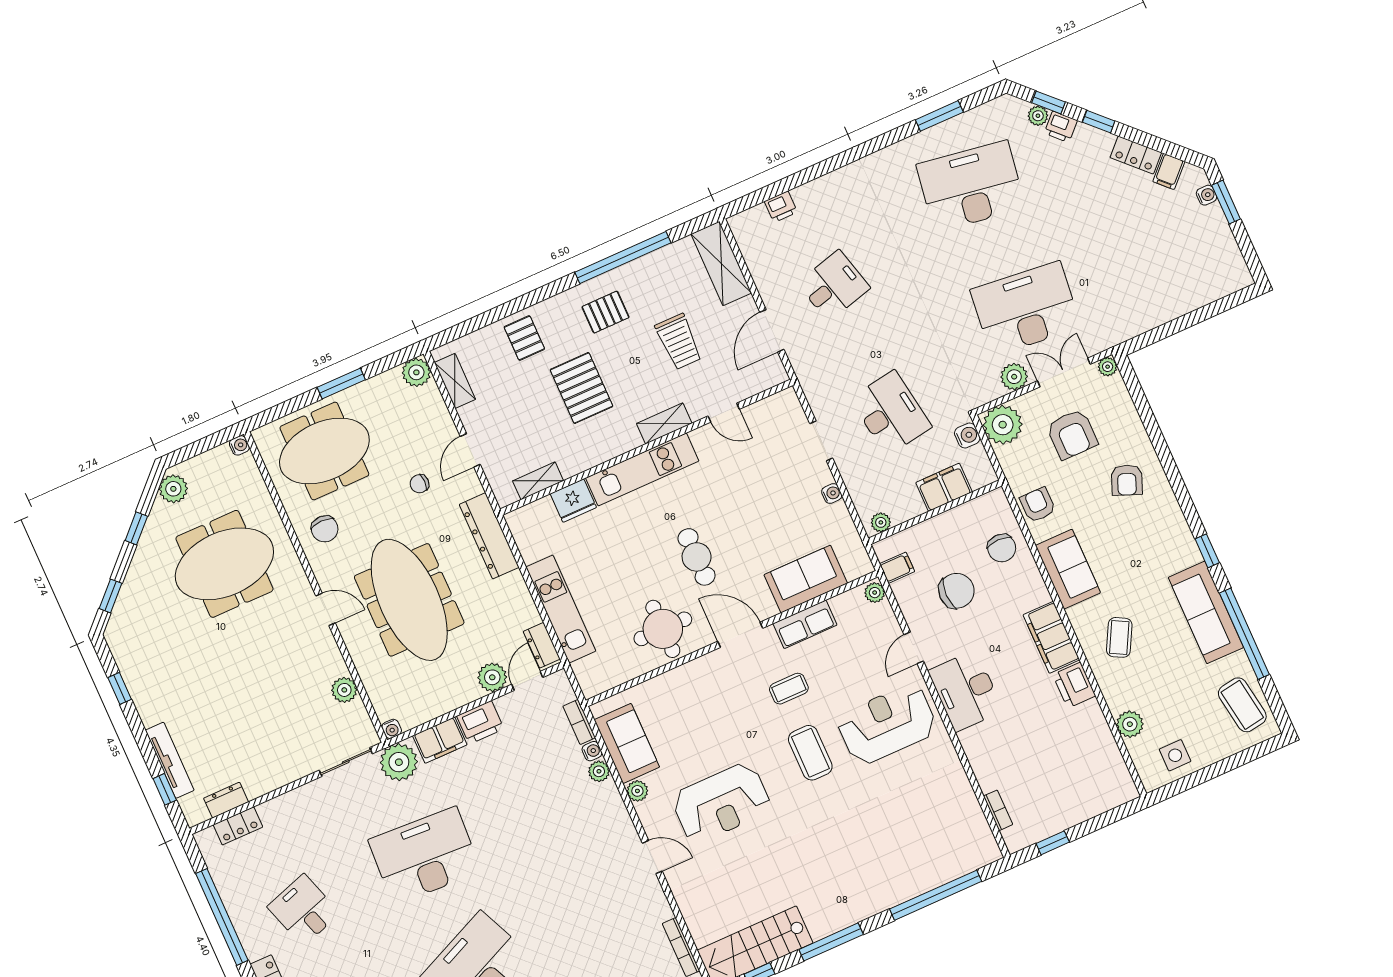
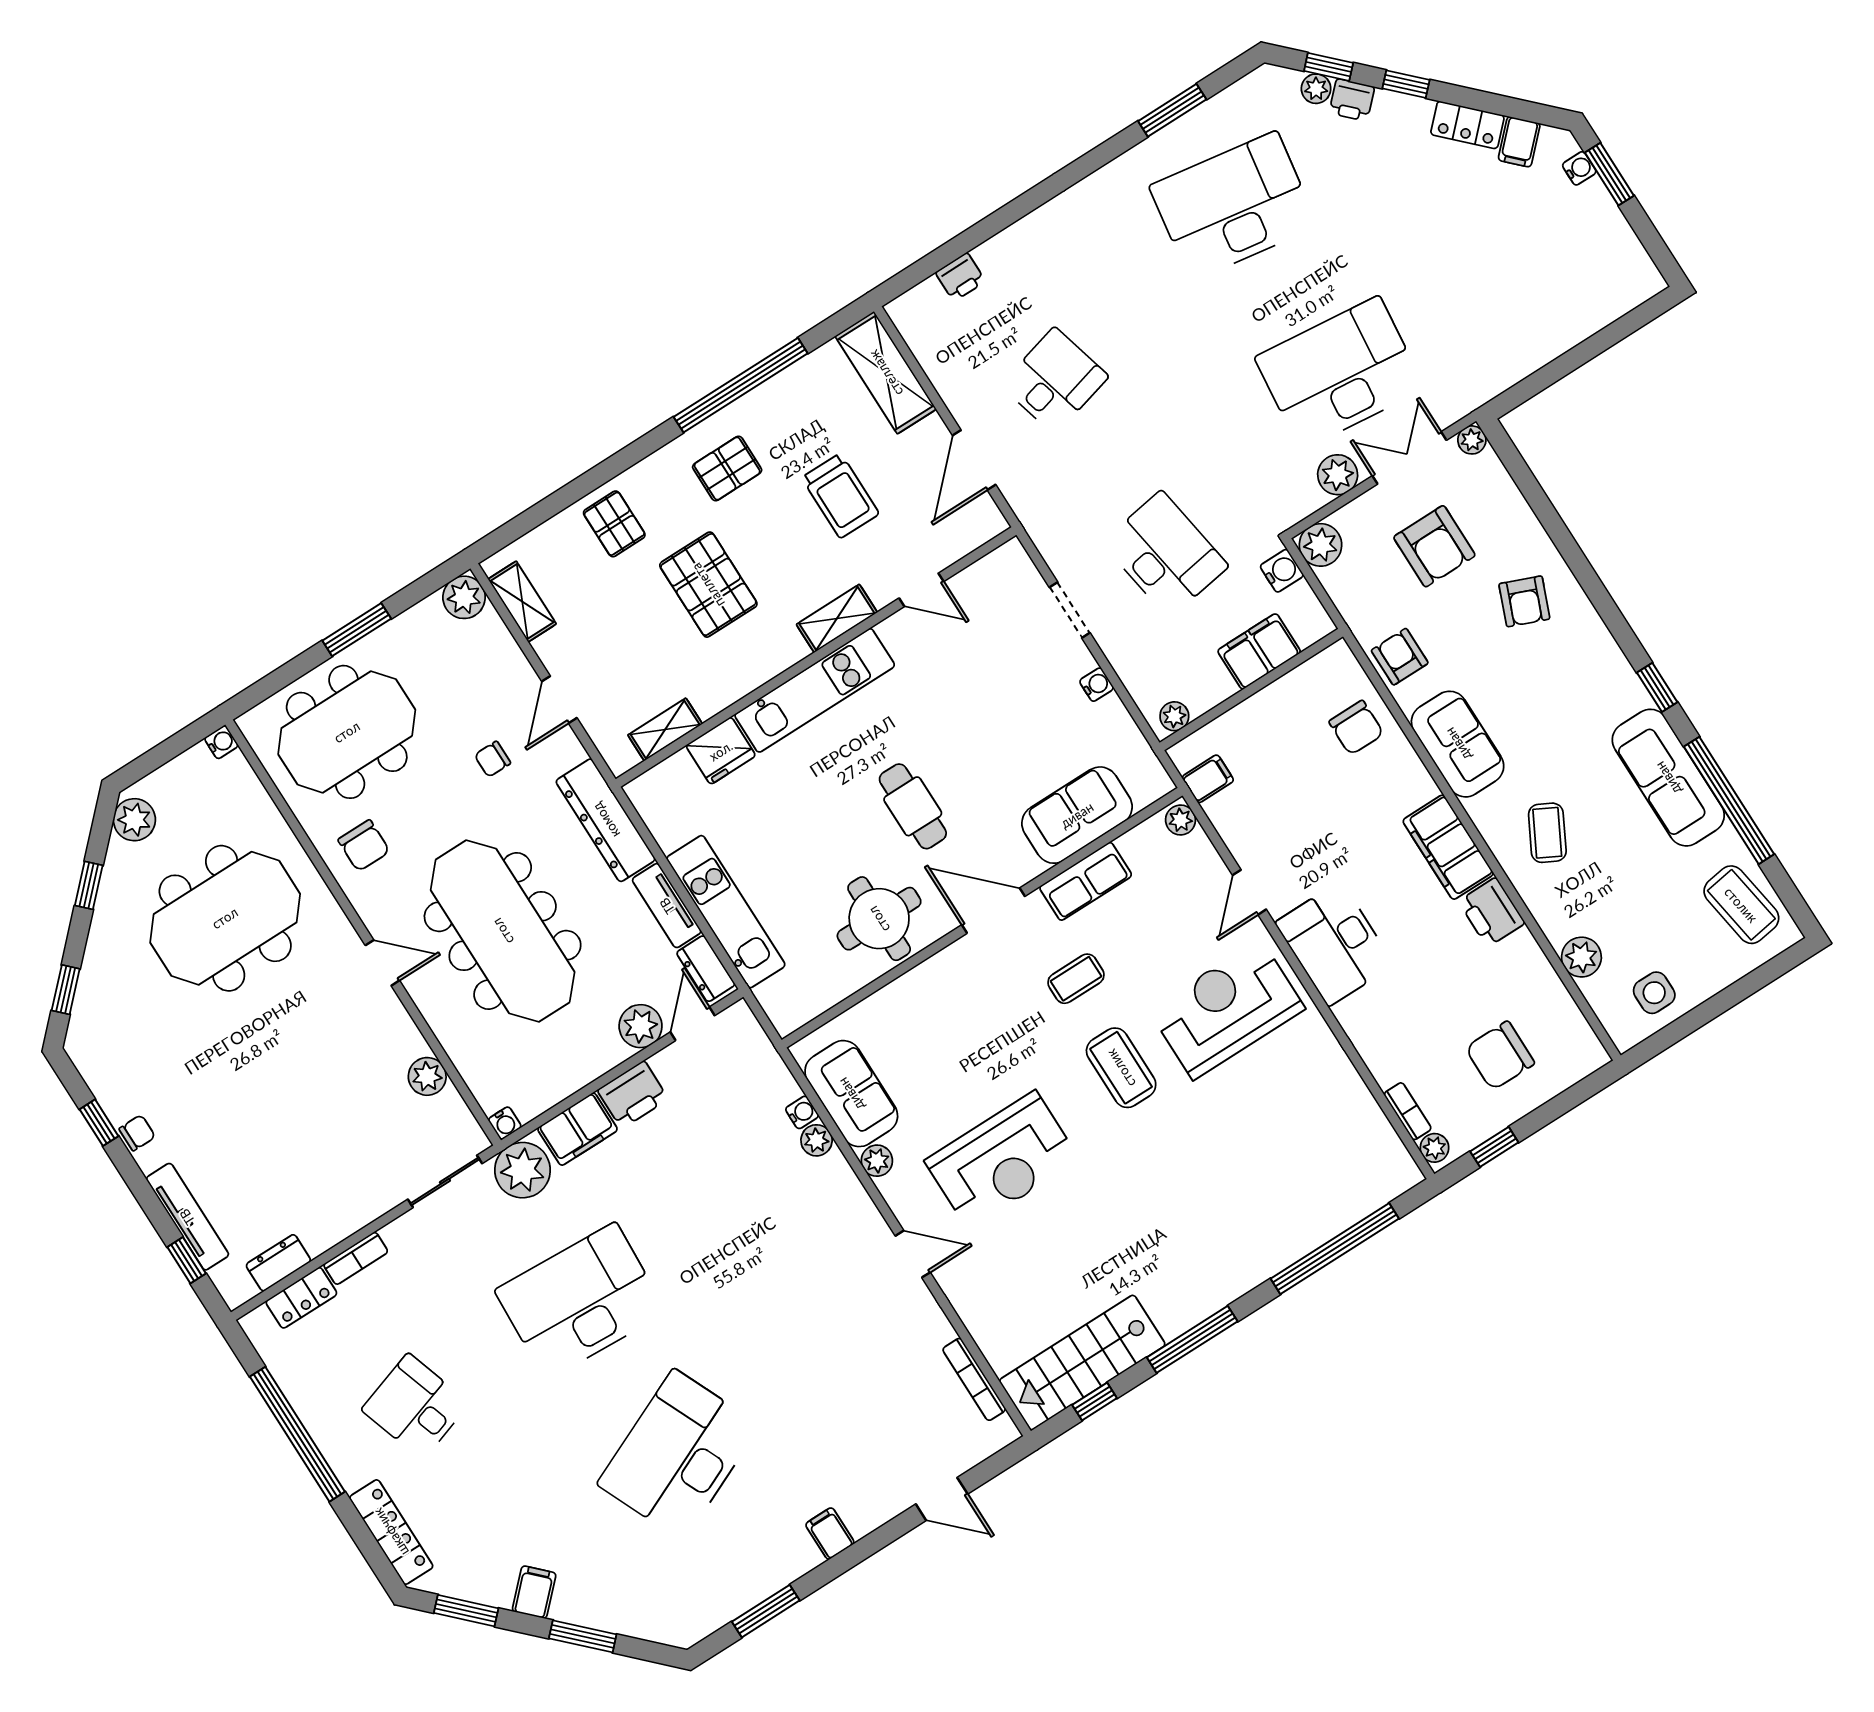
plant: (1003, 425) -> (1320, 545), width x0.73, depth x0.73
chair: (956, 591) -> (1500, 1056), moved, turned 180
tv unit: (522, 599) -> (667, 906), added
chair: (144, 699) -> (137, 1133), added
bookcase: (579, 722) -> (356, 1258), moved, turned -90
plant: (1012, 838) -> (1434, 1148), added

